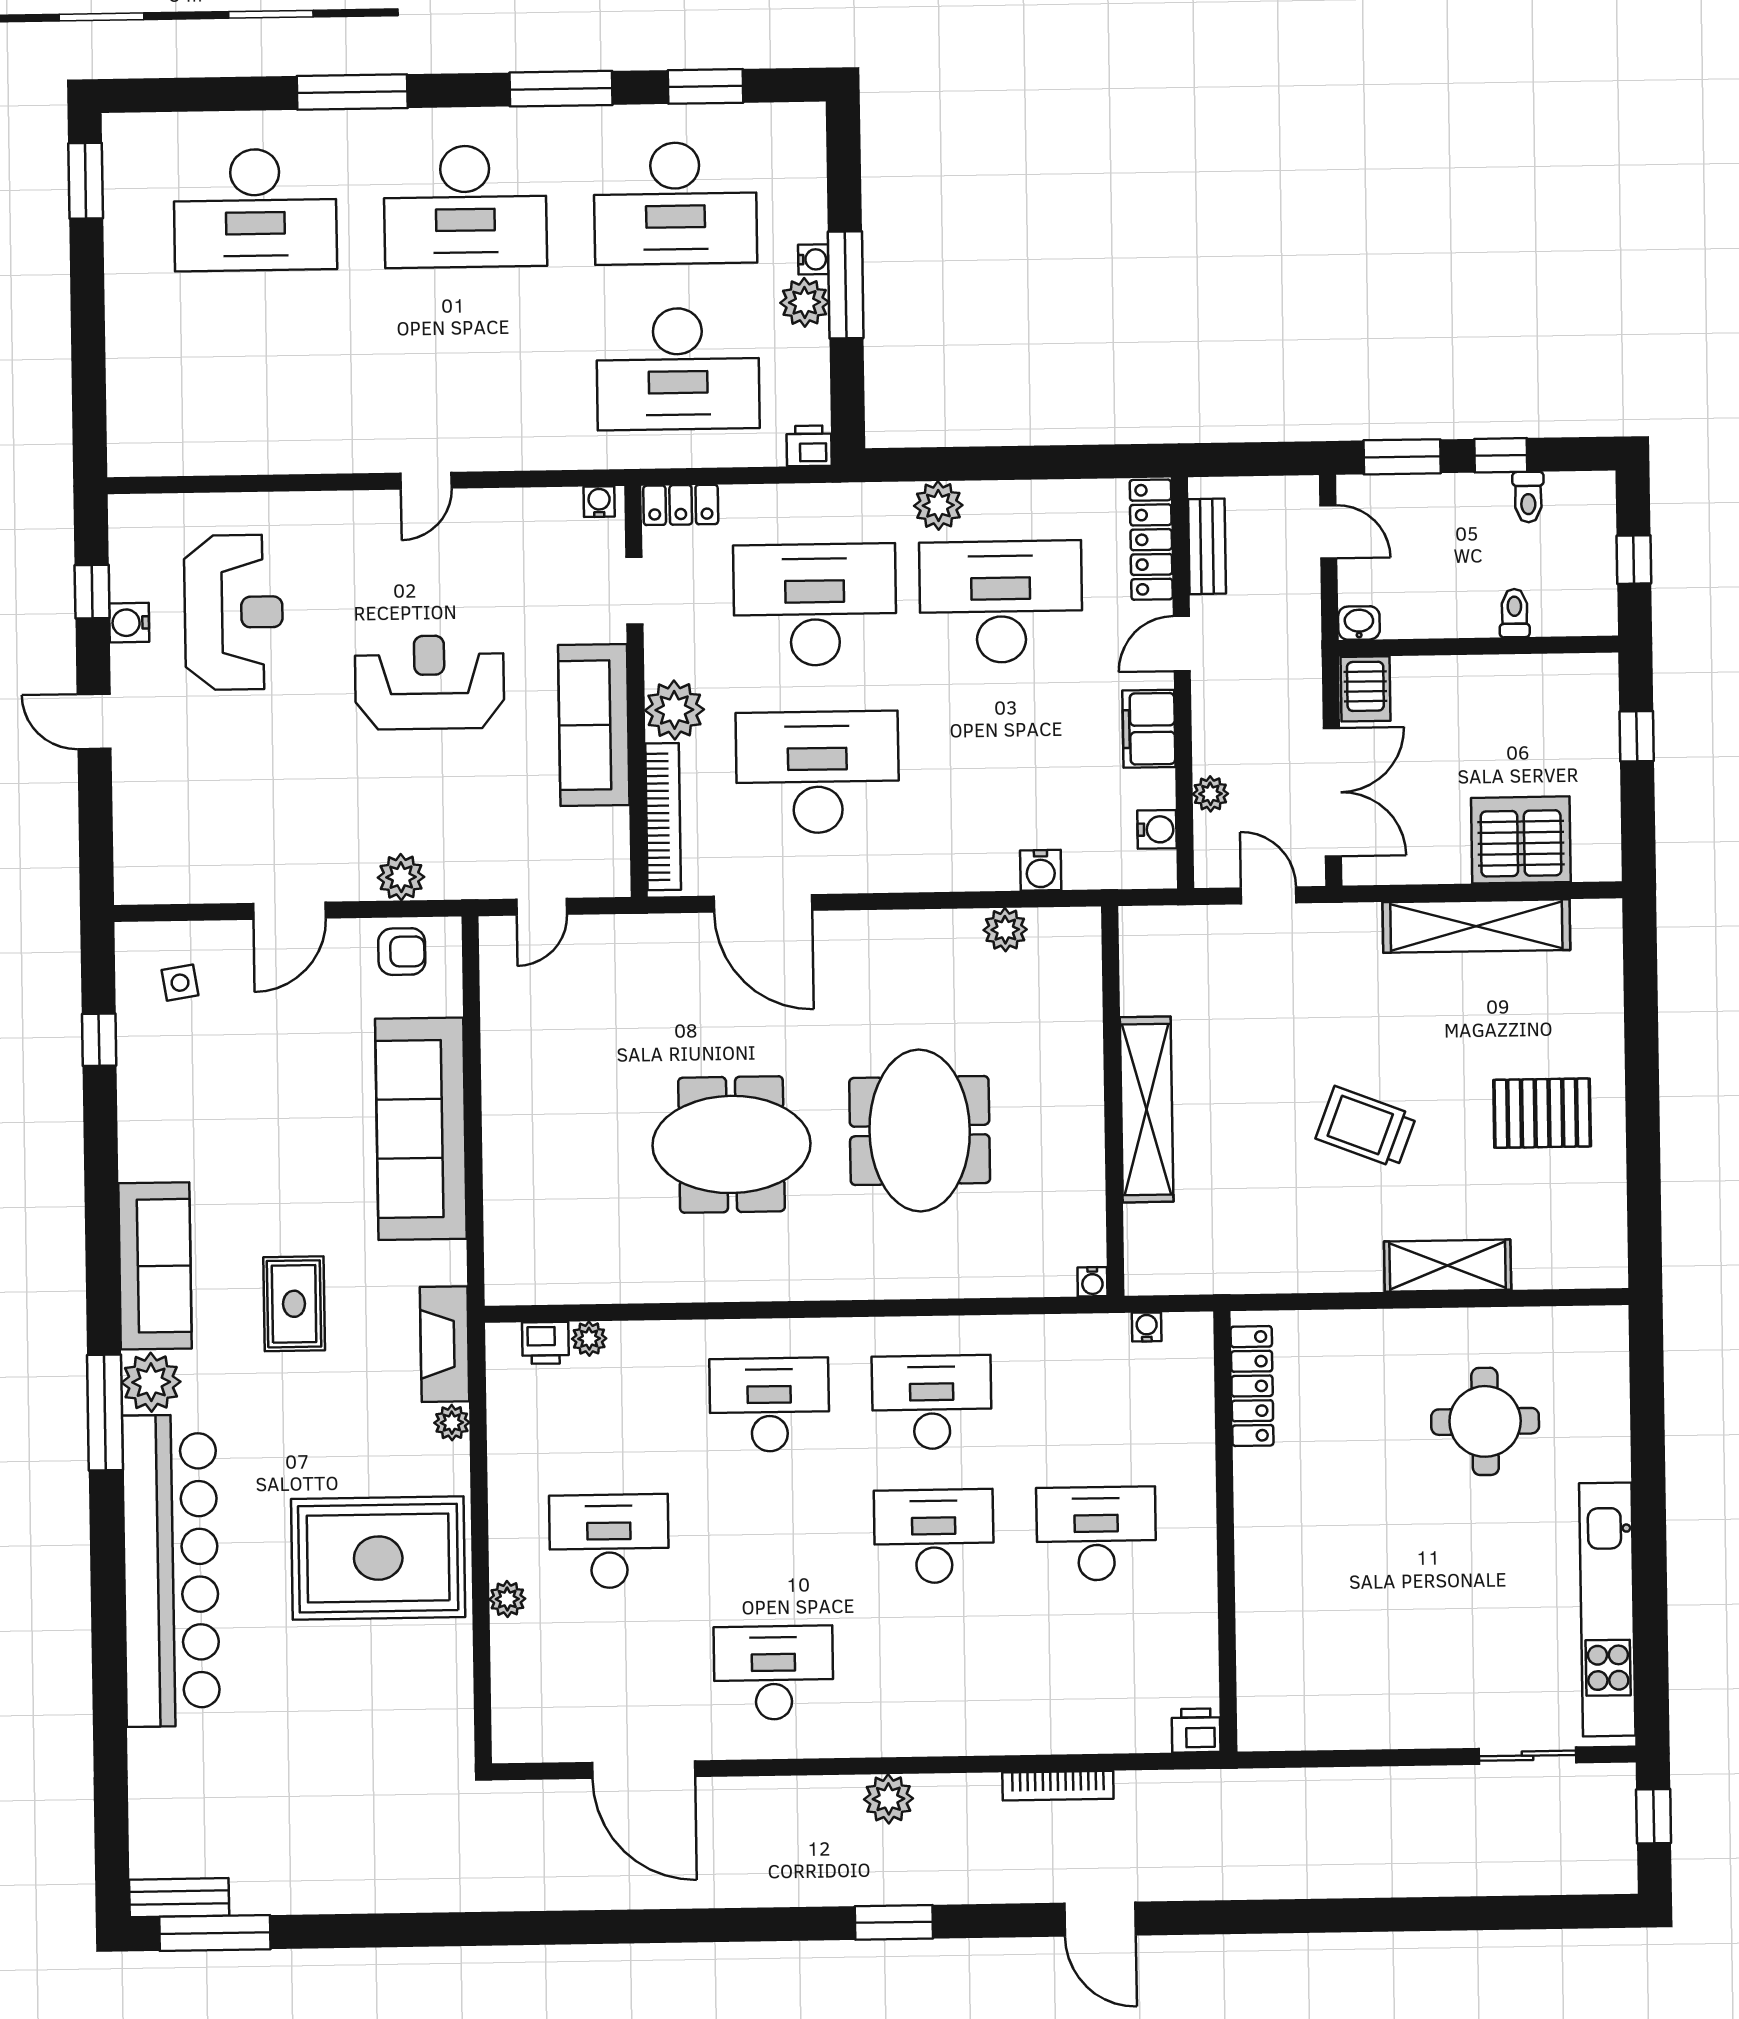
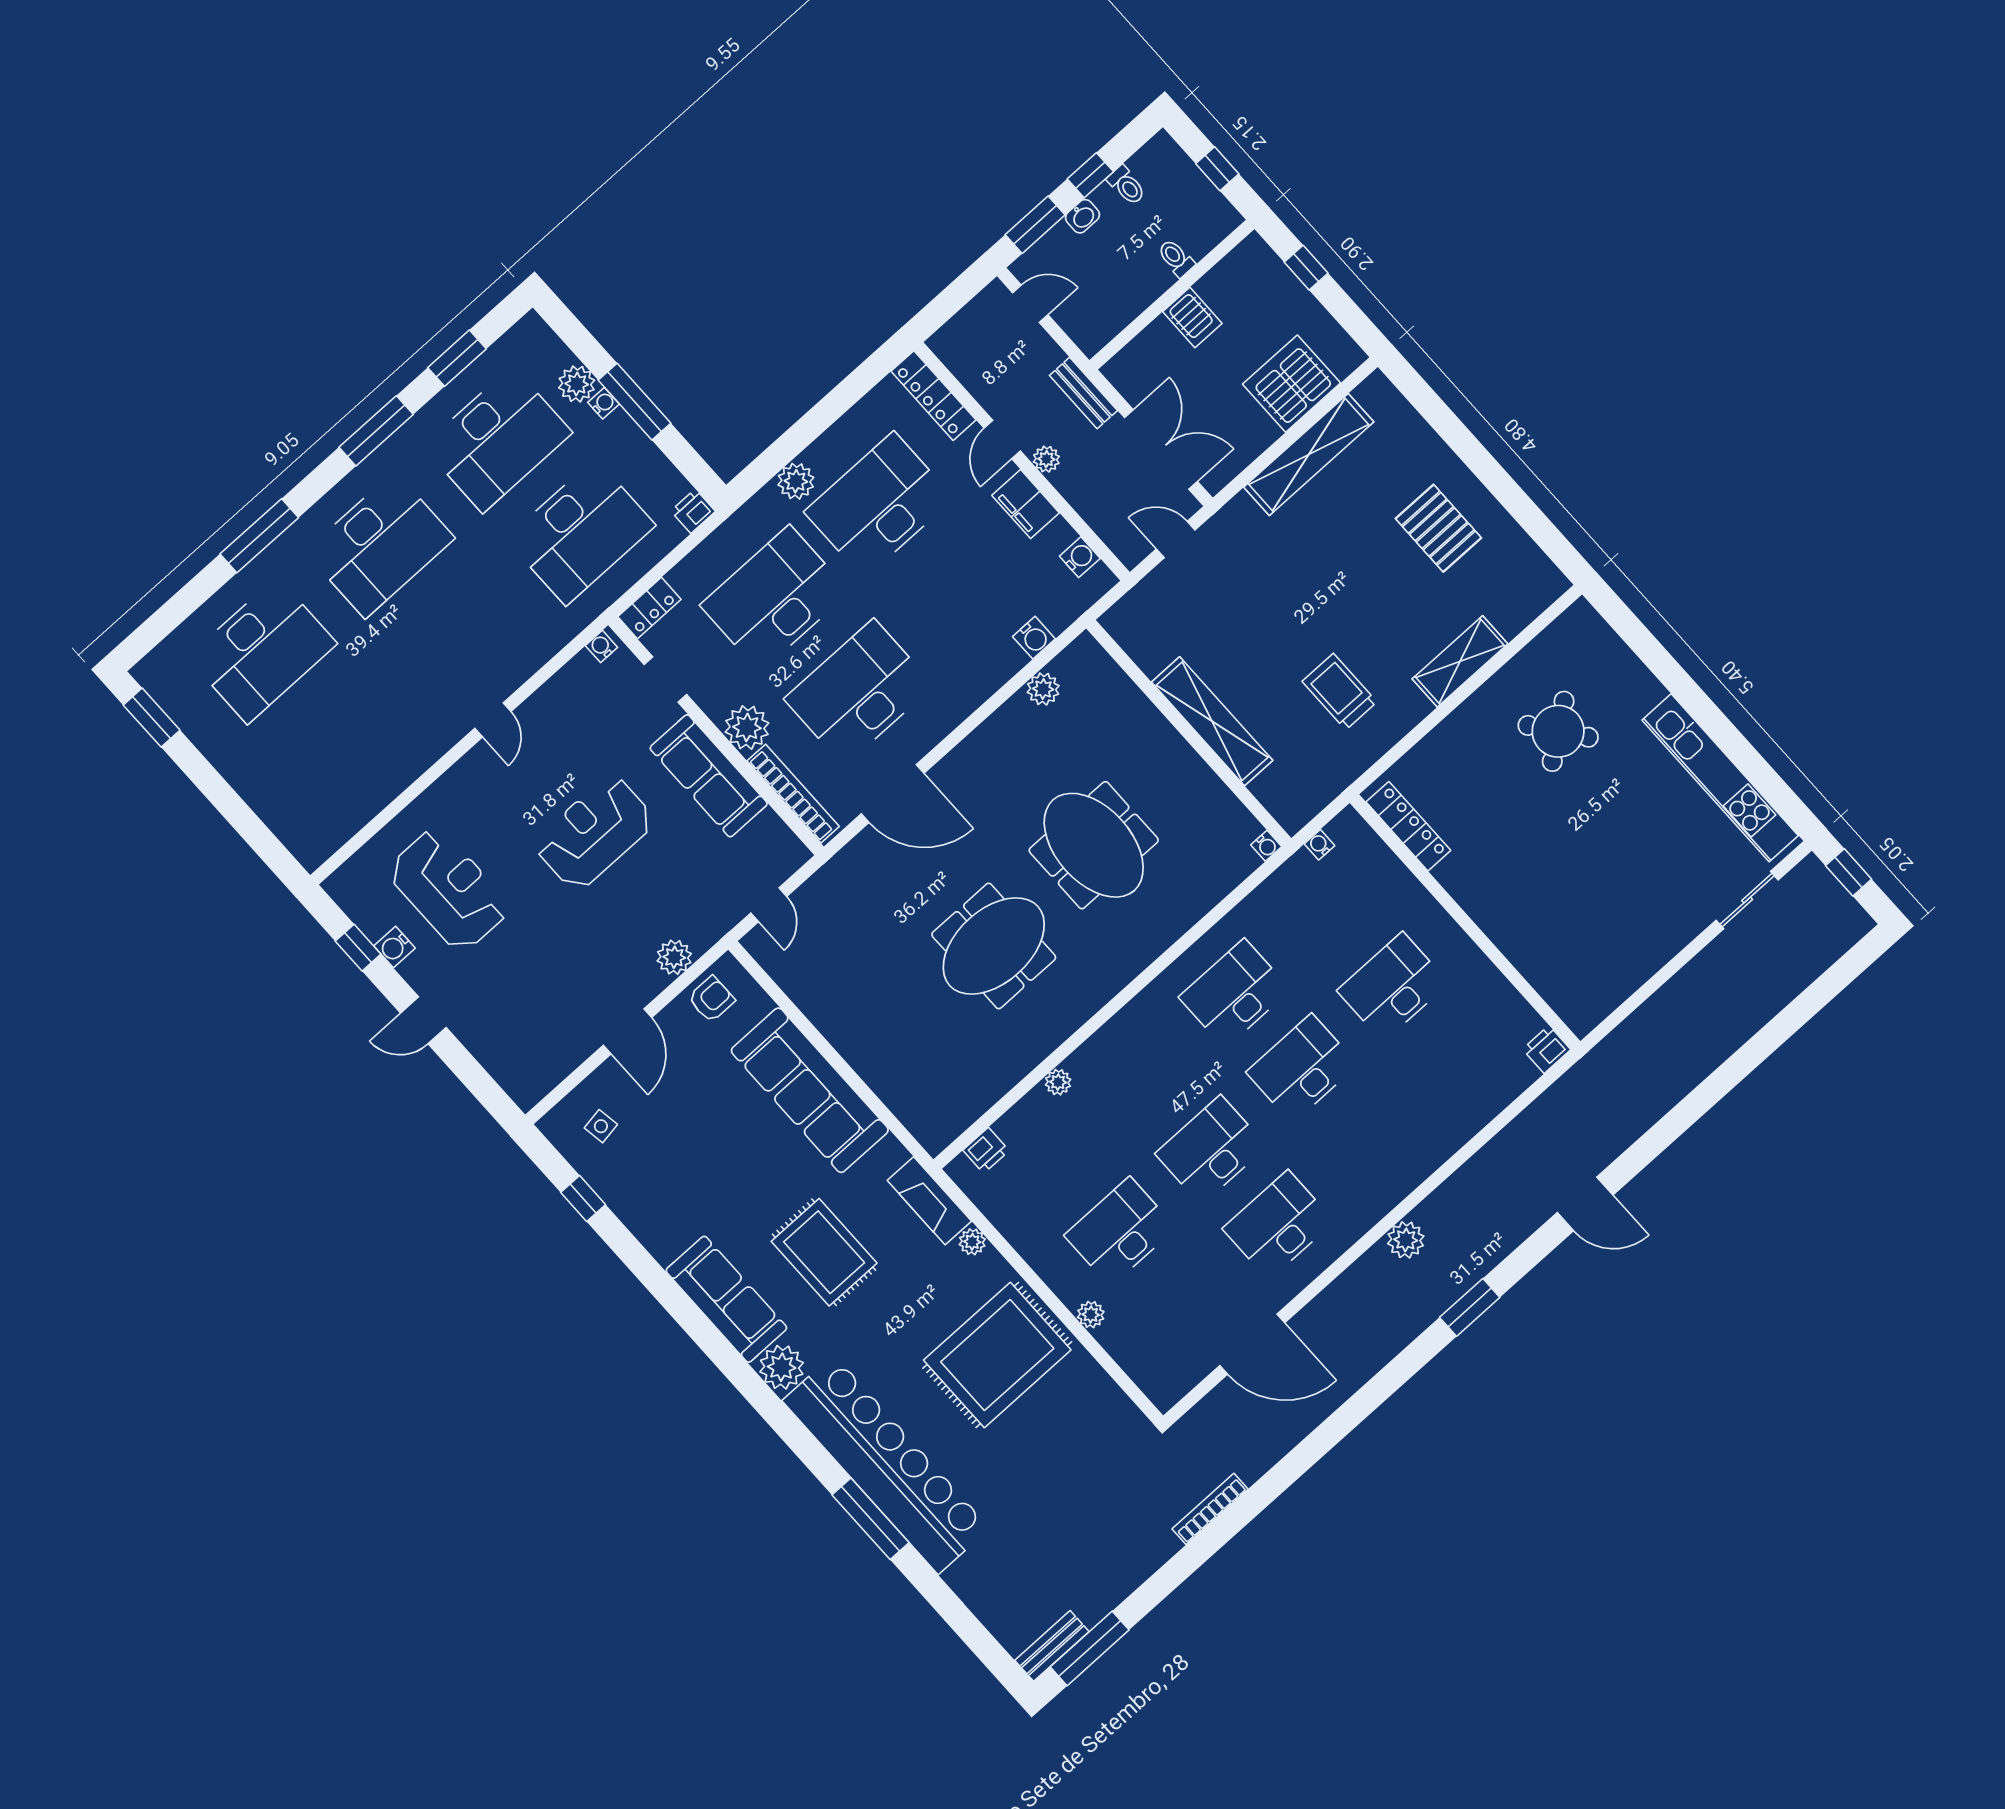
plant: (805, 302) -> (577, 384), moved
bench: (1207, 546) -> (1083, 393), moved
washbasin: (1359, 623) -> (1083, 216), moved, turned 180
server rack: (1365, 689) -> (1192, 317), moved
plant: (1210, 794) -> (1046, 459), moved
pallet: (1542, 1113) -> (1438, 528), turned 90
trolley: (1366, 1127) -> (1340, 692), moved, turned 69
rug: (294, 1304) -> (824, 1252), width x1.36, depth x1.43
plant: (589, 1339) -> (1058, 1082), moved
desk: (769, 1405) -> (1211, 1150), moved
window: (105, 1412) -> (870, 1519), moved
round table: (1485, 1421) -> (1558, 731), turned -37
bookcase: (1058, 1786) -> (1210, 1509), moved, turned 180

